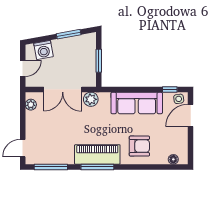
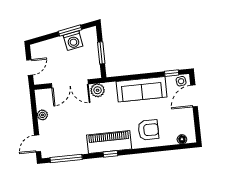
washing machine: (43, 50) -> (73, 41), moved
plant: (31, 105) -> (42, 115), moved
window: (97, 167) -> (110, 154), width x0.46

